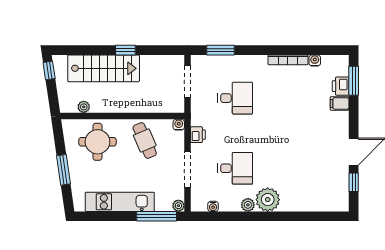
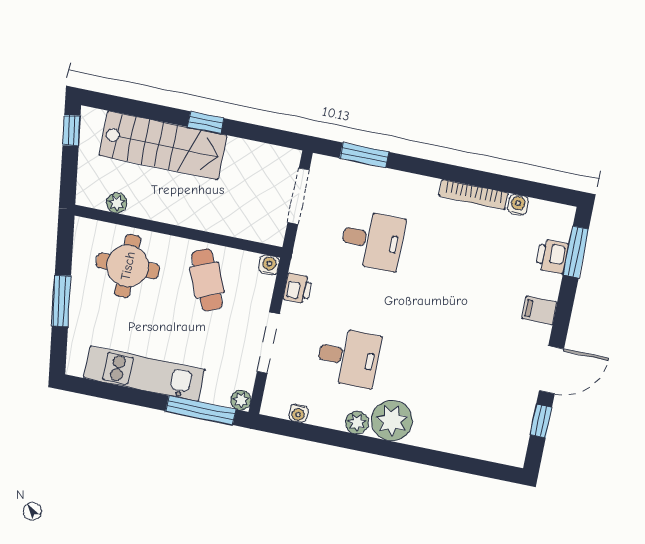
filing cabinet: (340, 103) -> (539, 310), moved

